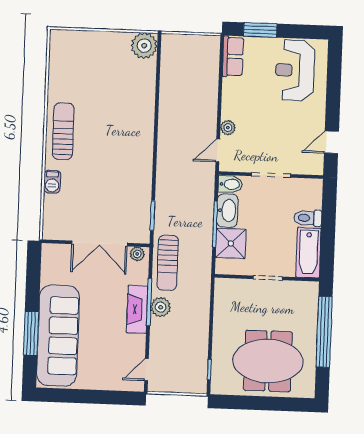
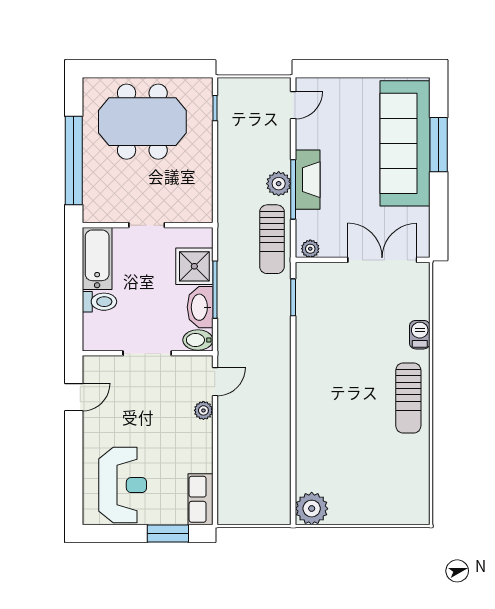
double door: (99, 244) -> (382, 260), moved
sun lounger: (168, 263) -> (272, 239), turned 180

